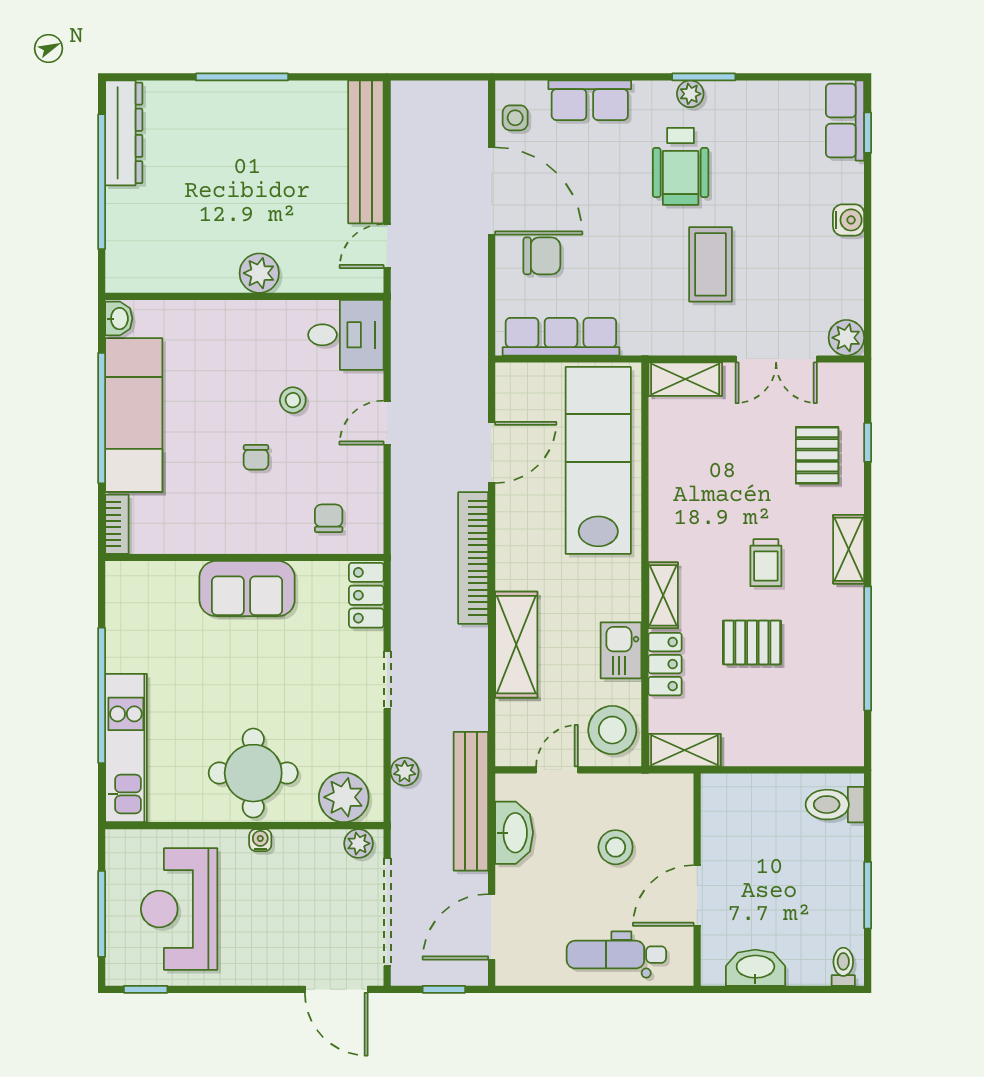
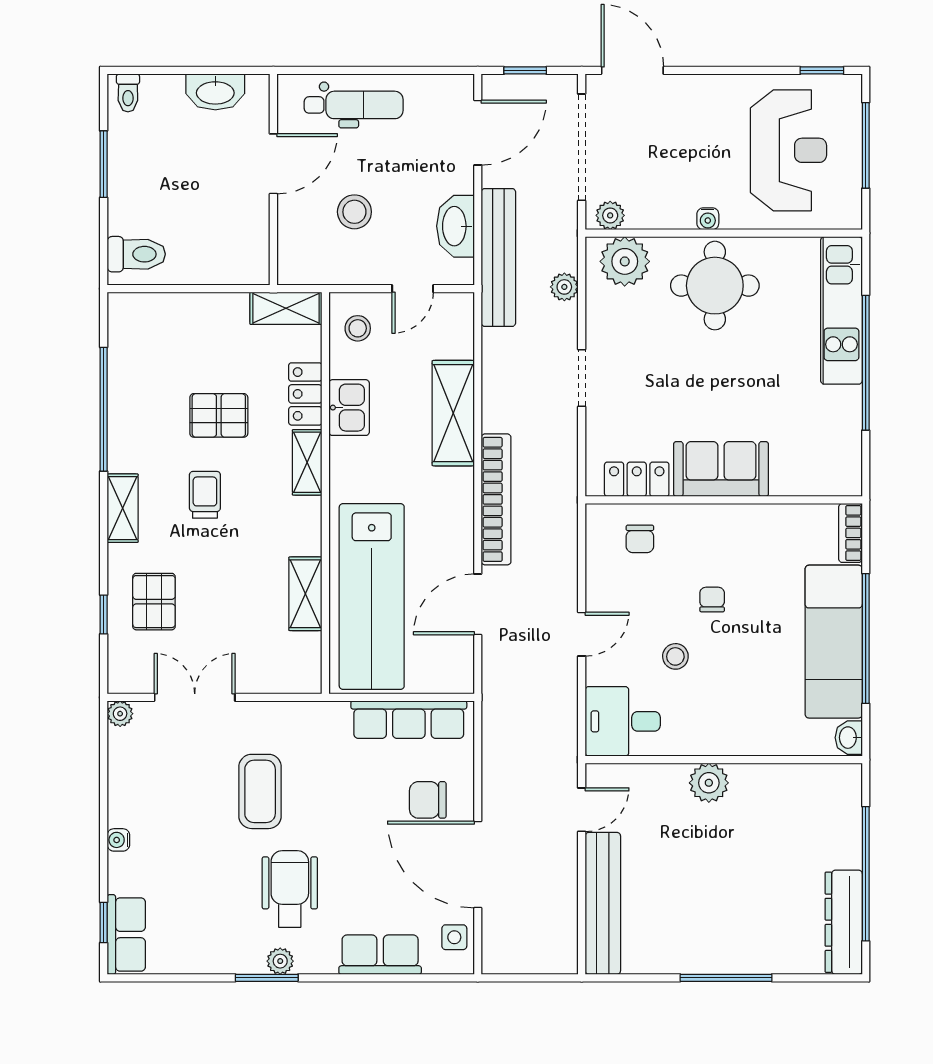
water cooler: (849, 220) -> (118, 840), width x0.72, depth x0.72
plant: (846, 338) -> (120, 714), width x0.73, depth x0.73
shelving: (685, 379) -> (305, 594), moved, turned 90
locker: (366, 595) -> (637, 479), moved, turned -90
stool: (612, 730) -> (358, 328), width x0.53, depth x0.53

